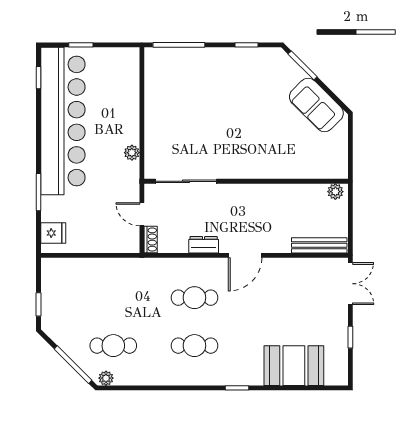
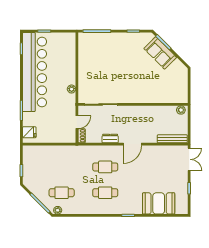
sofa: (316, 105) -> (160, 53), moved
door: (142, 214) -> (77, 122), swing flipped

